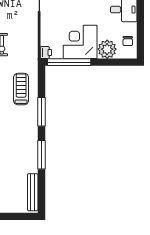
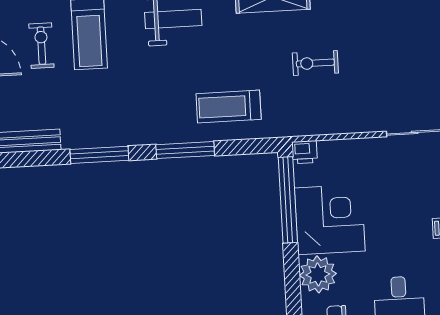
treadmill: (21, 89) -> (229, 107), turned 180

